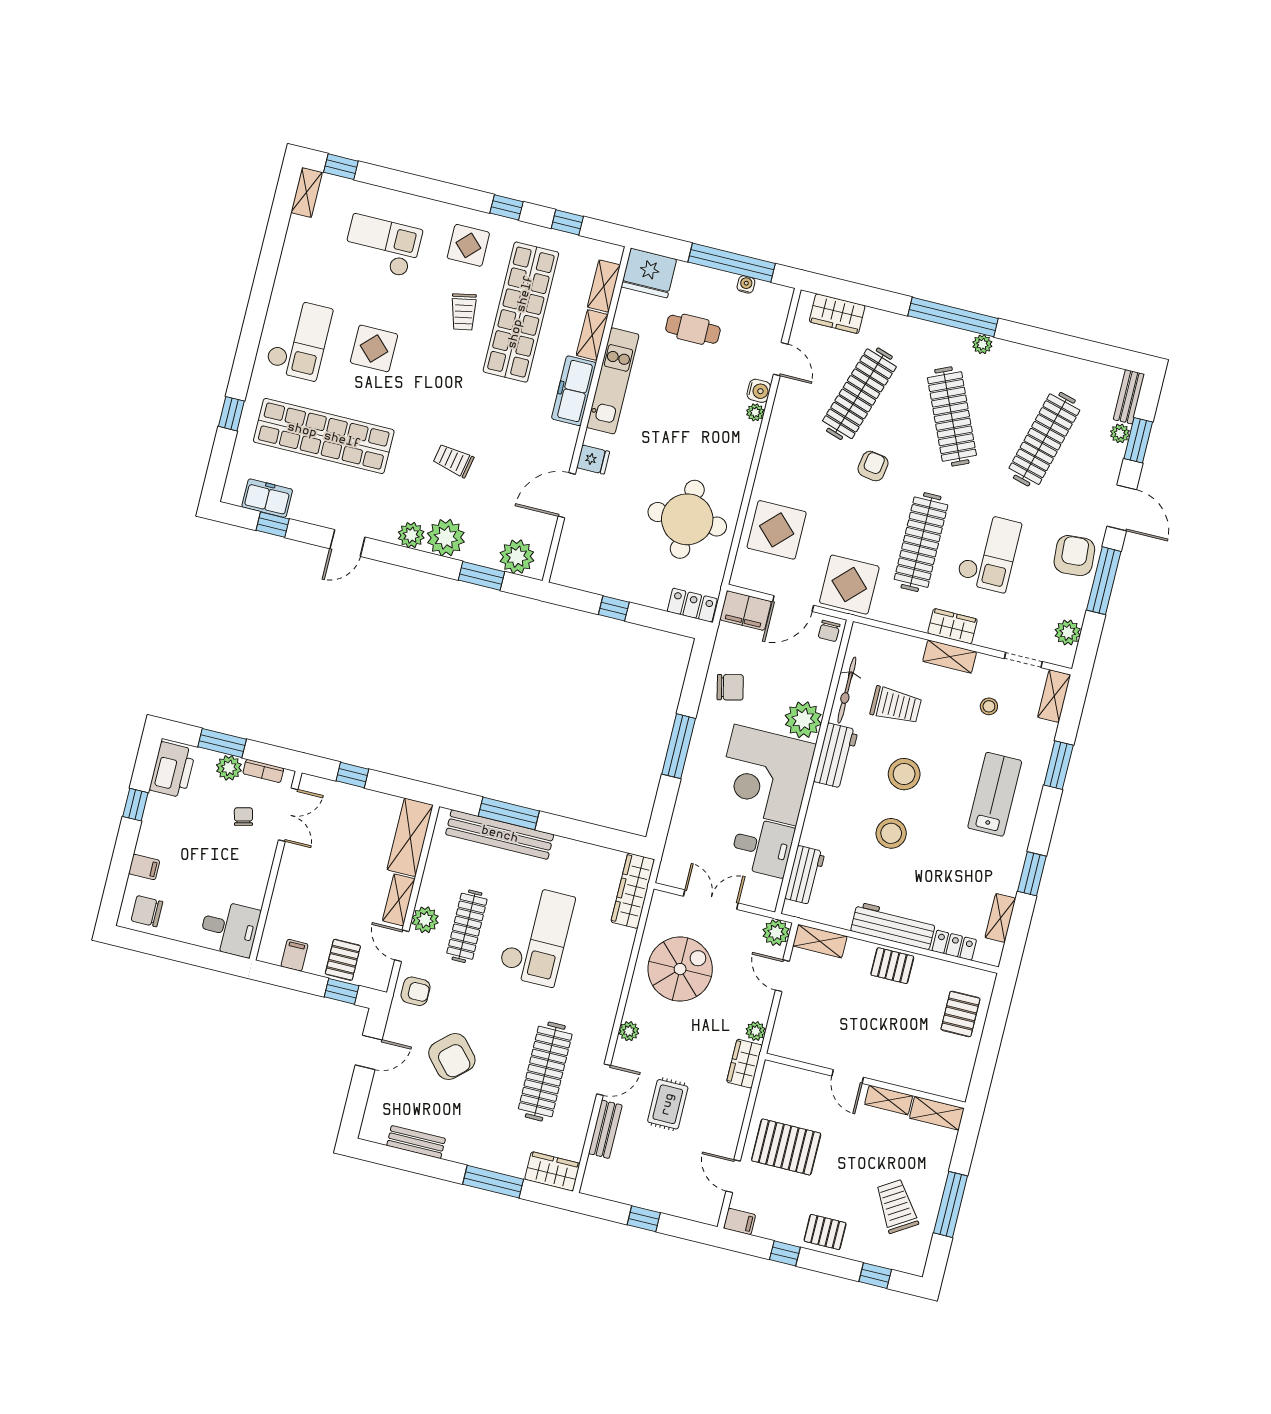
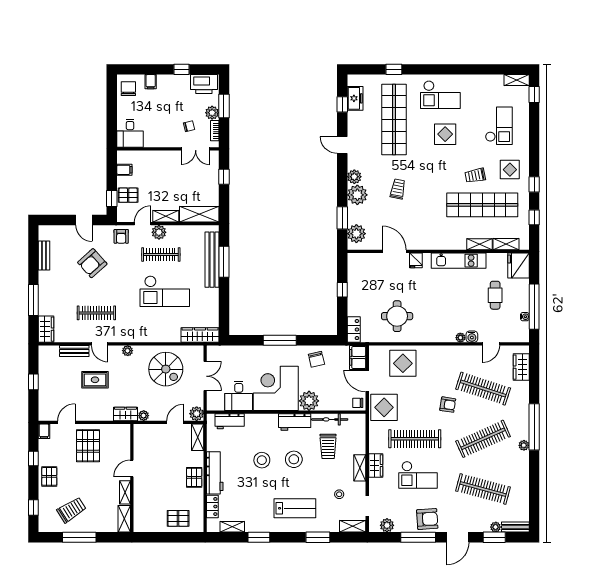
freezer: (574, 391) -> (449, 242), removed
round table: (687, 519) -> (397, 316), width x0.73, depth x0.73
clothes rail: (545, 1071) -> (96, 313), width x0.73, depth x0.76

